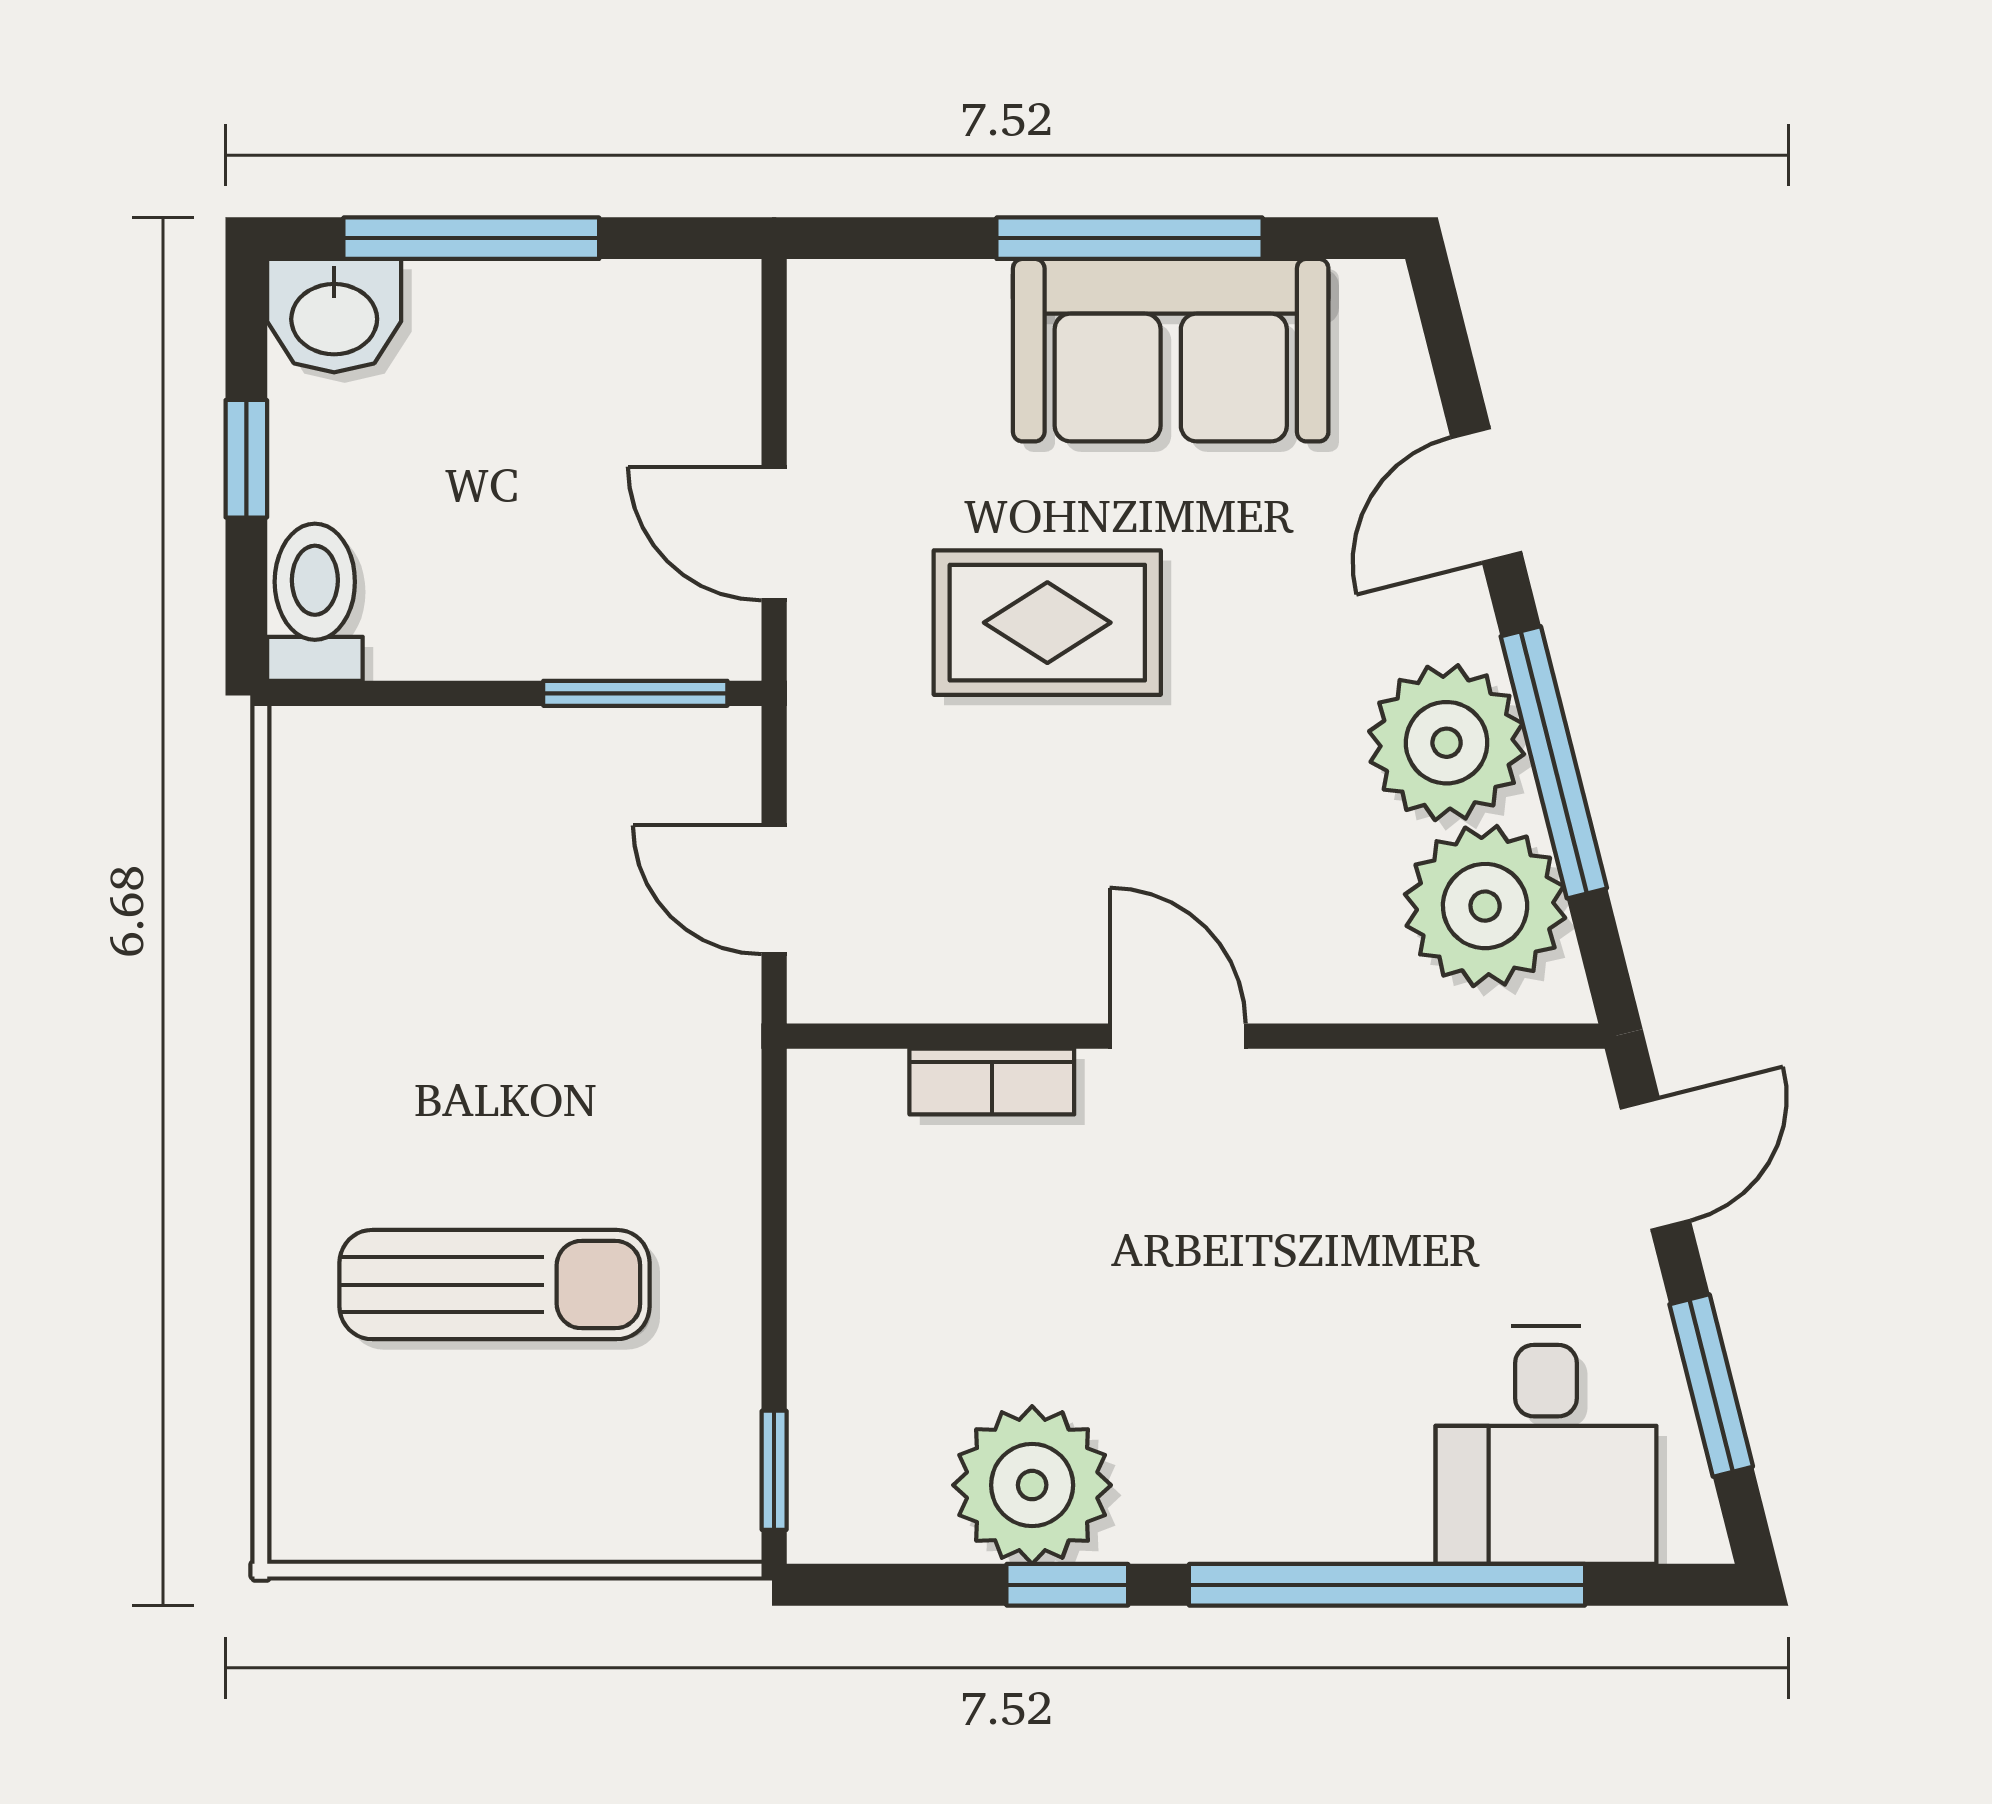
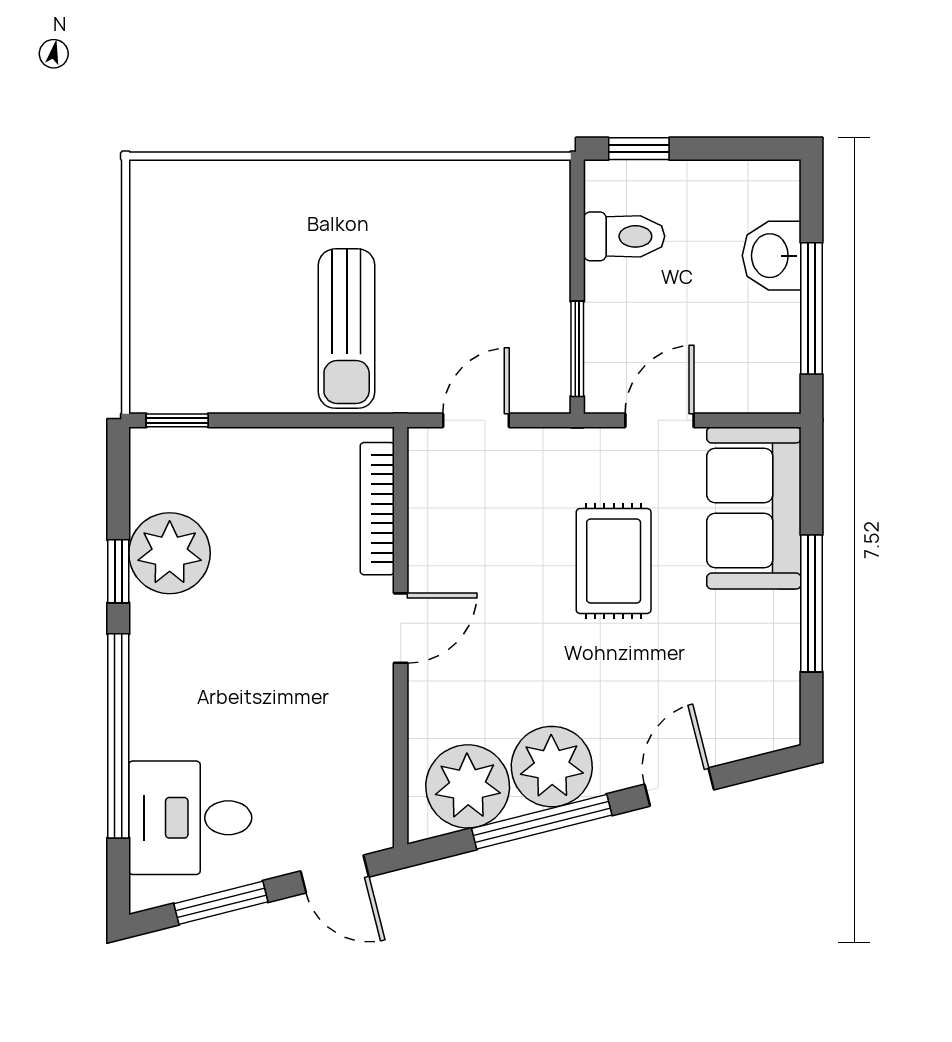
window: (471, 238) -> (811, 308), moved
washbasin: (334, 316) -> (772, 256), moved
sofa: (1171, 350) -> (754, 508), moved
window: (246, 459) -> (639, 149), moved
door: (1486, 495) -> (679, 787), hinge flipped
toilet: (315, 602) -> (624, 236), moved
bookcase: (992, 1082) -> (377, 509), width x1.56
sun lounger: (495, 1285) -> (347, 329), moved

